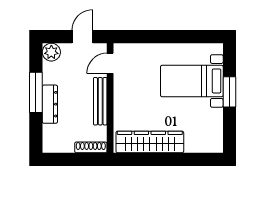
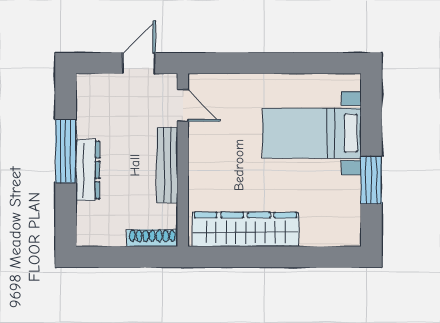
plant: (51, 52) -> (90, 88), removed
door: (110, 63) -> (183, 105), swing flipped
window: (230, 92) -> (371, 180), moved

